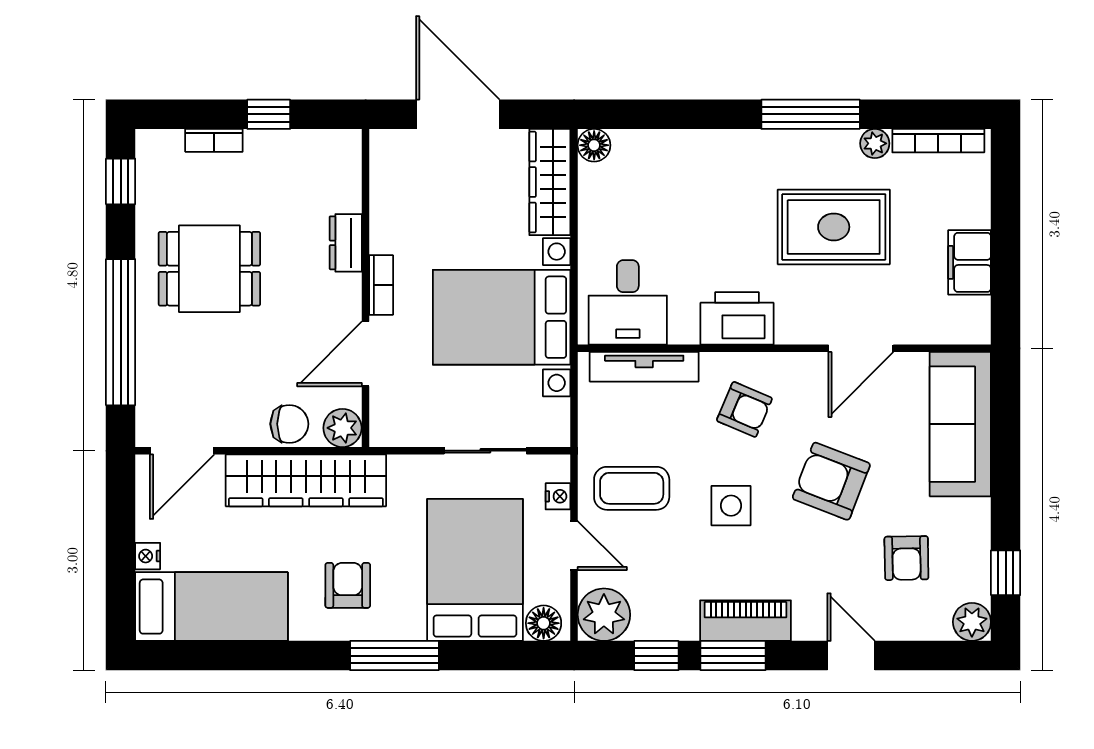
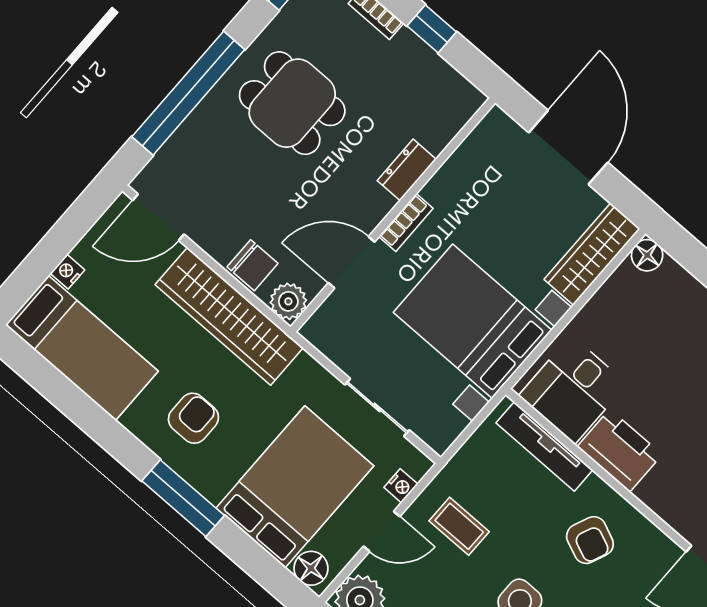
printer: (737, 318) -> (620, 451), moved
coffee table: (632, 488) -> (459, 526), width x0.73, depth x0.77
door: (574, 546) -> (382, 531), hinge flipped

